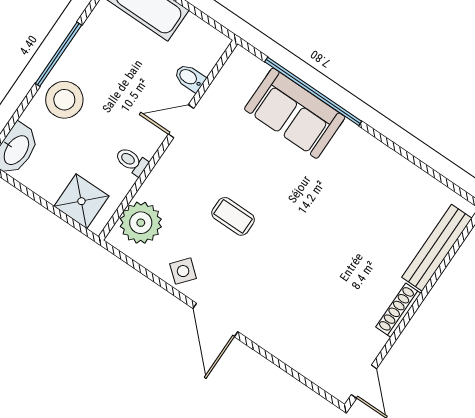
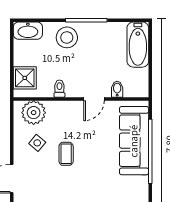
sofa: (295, 113) -> (134, 141), width x1.36
door: (181, 121) -> (94, 99), swing flipped
side table: (183, 271) -> (37, 143), moved

